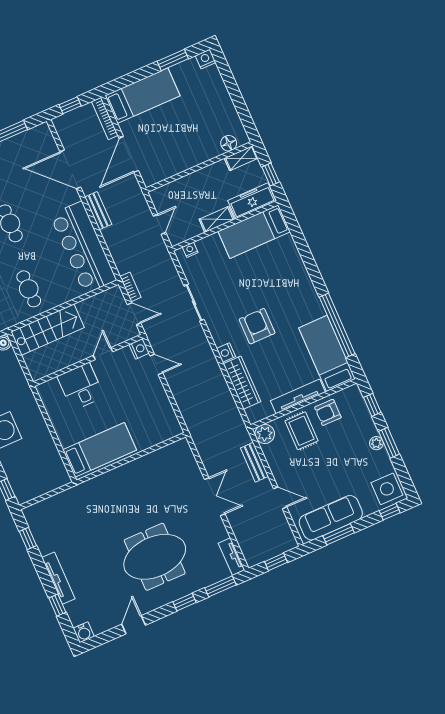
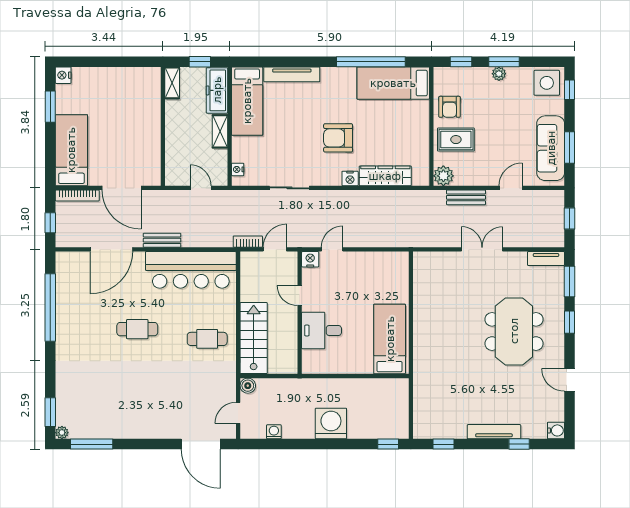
floor lamp: (229, 143) -> (153, 88), removed
tv unit: (298, 396) -> (292, 74), moved, turned -90

